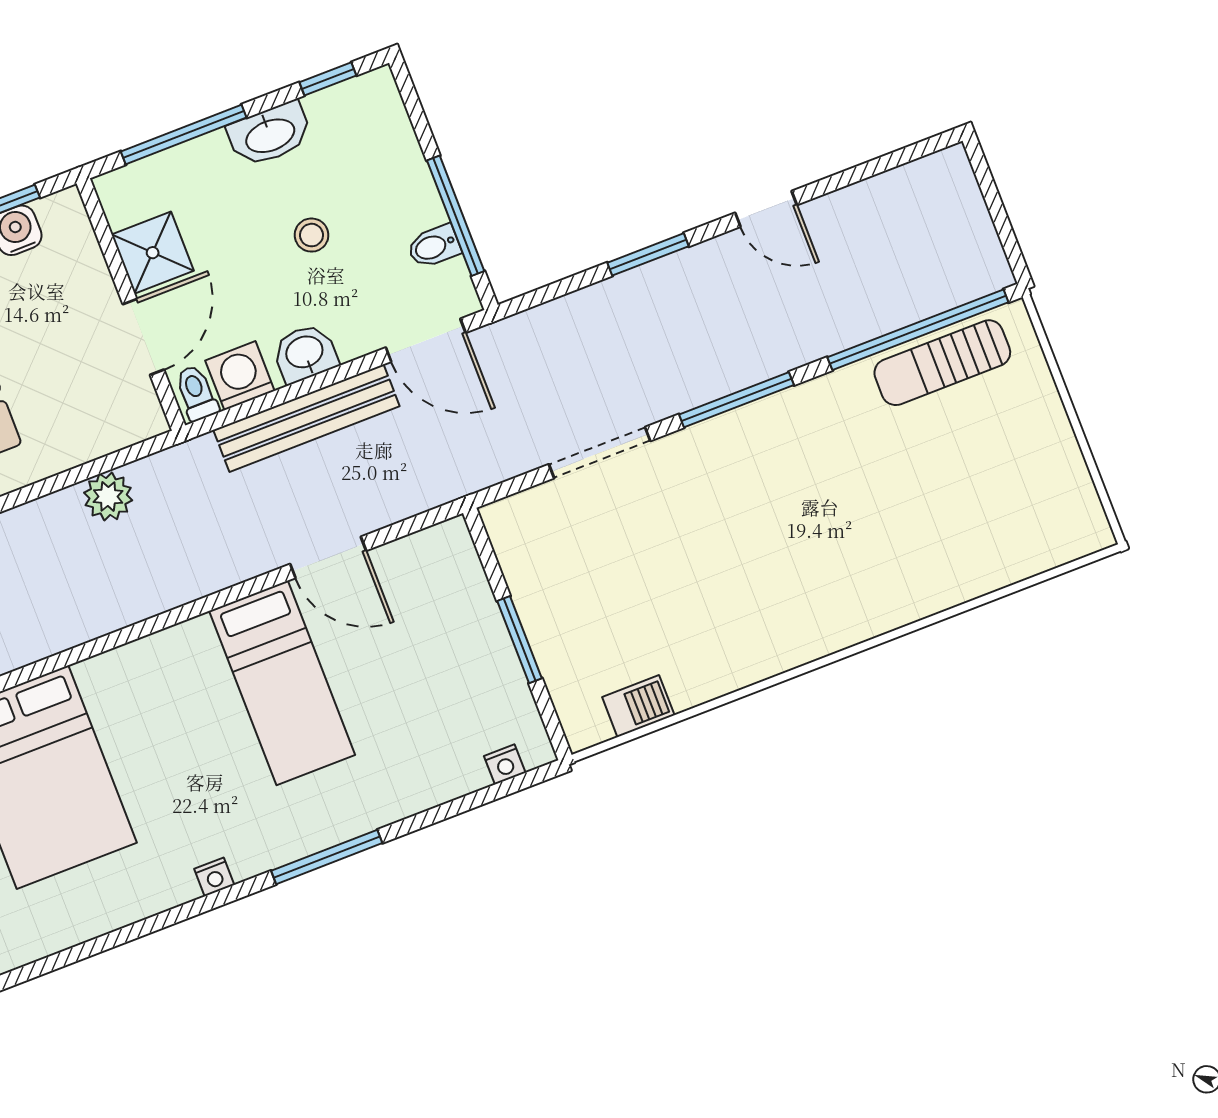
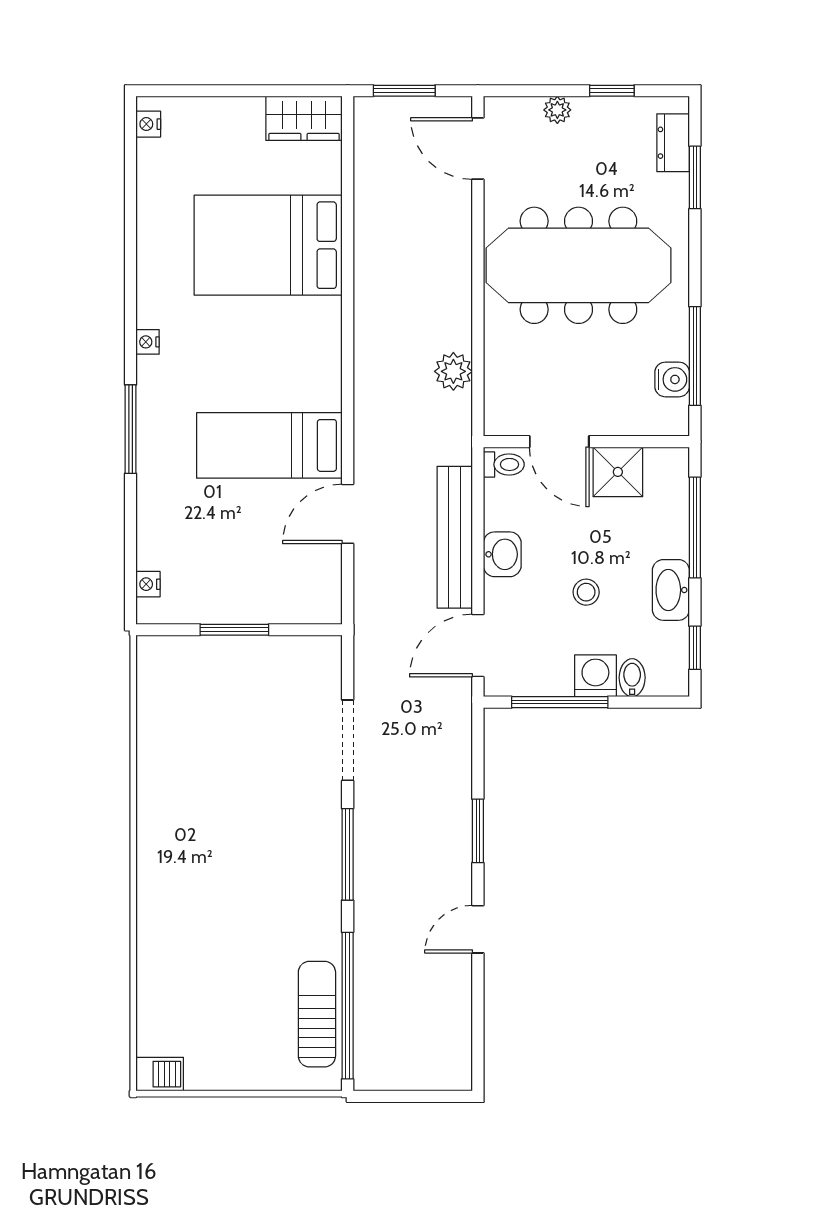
bidet: (434, 246) -> (632, 678), moved
washing machine: (240, 376) -> (595, 676), moved, turned -90
barbecue: (638, 706) -> (160, 1074), moved, turned -90

